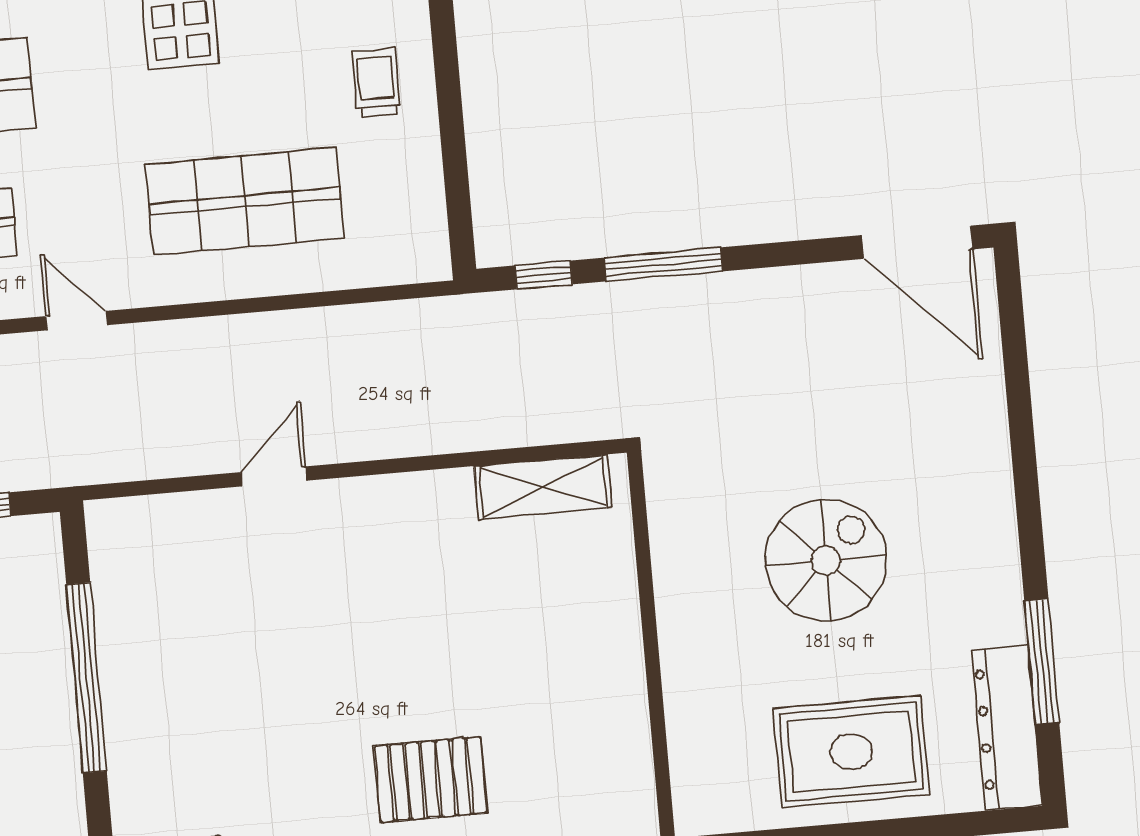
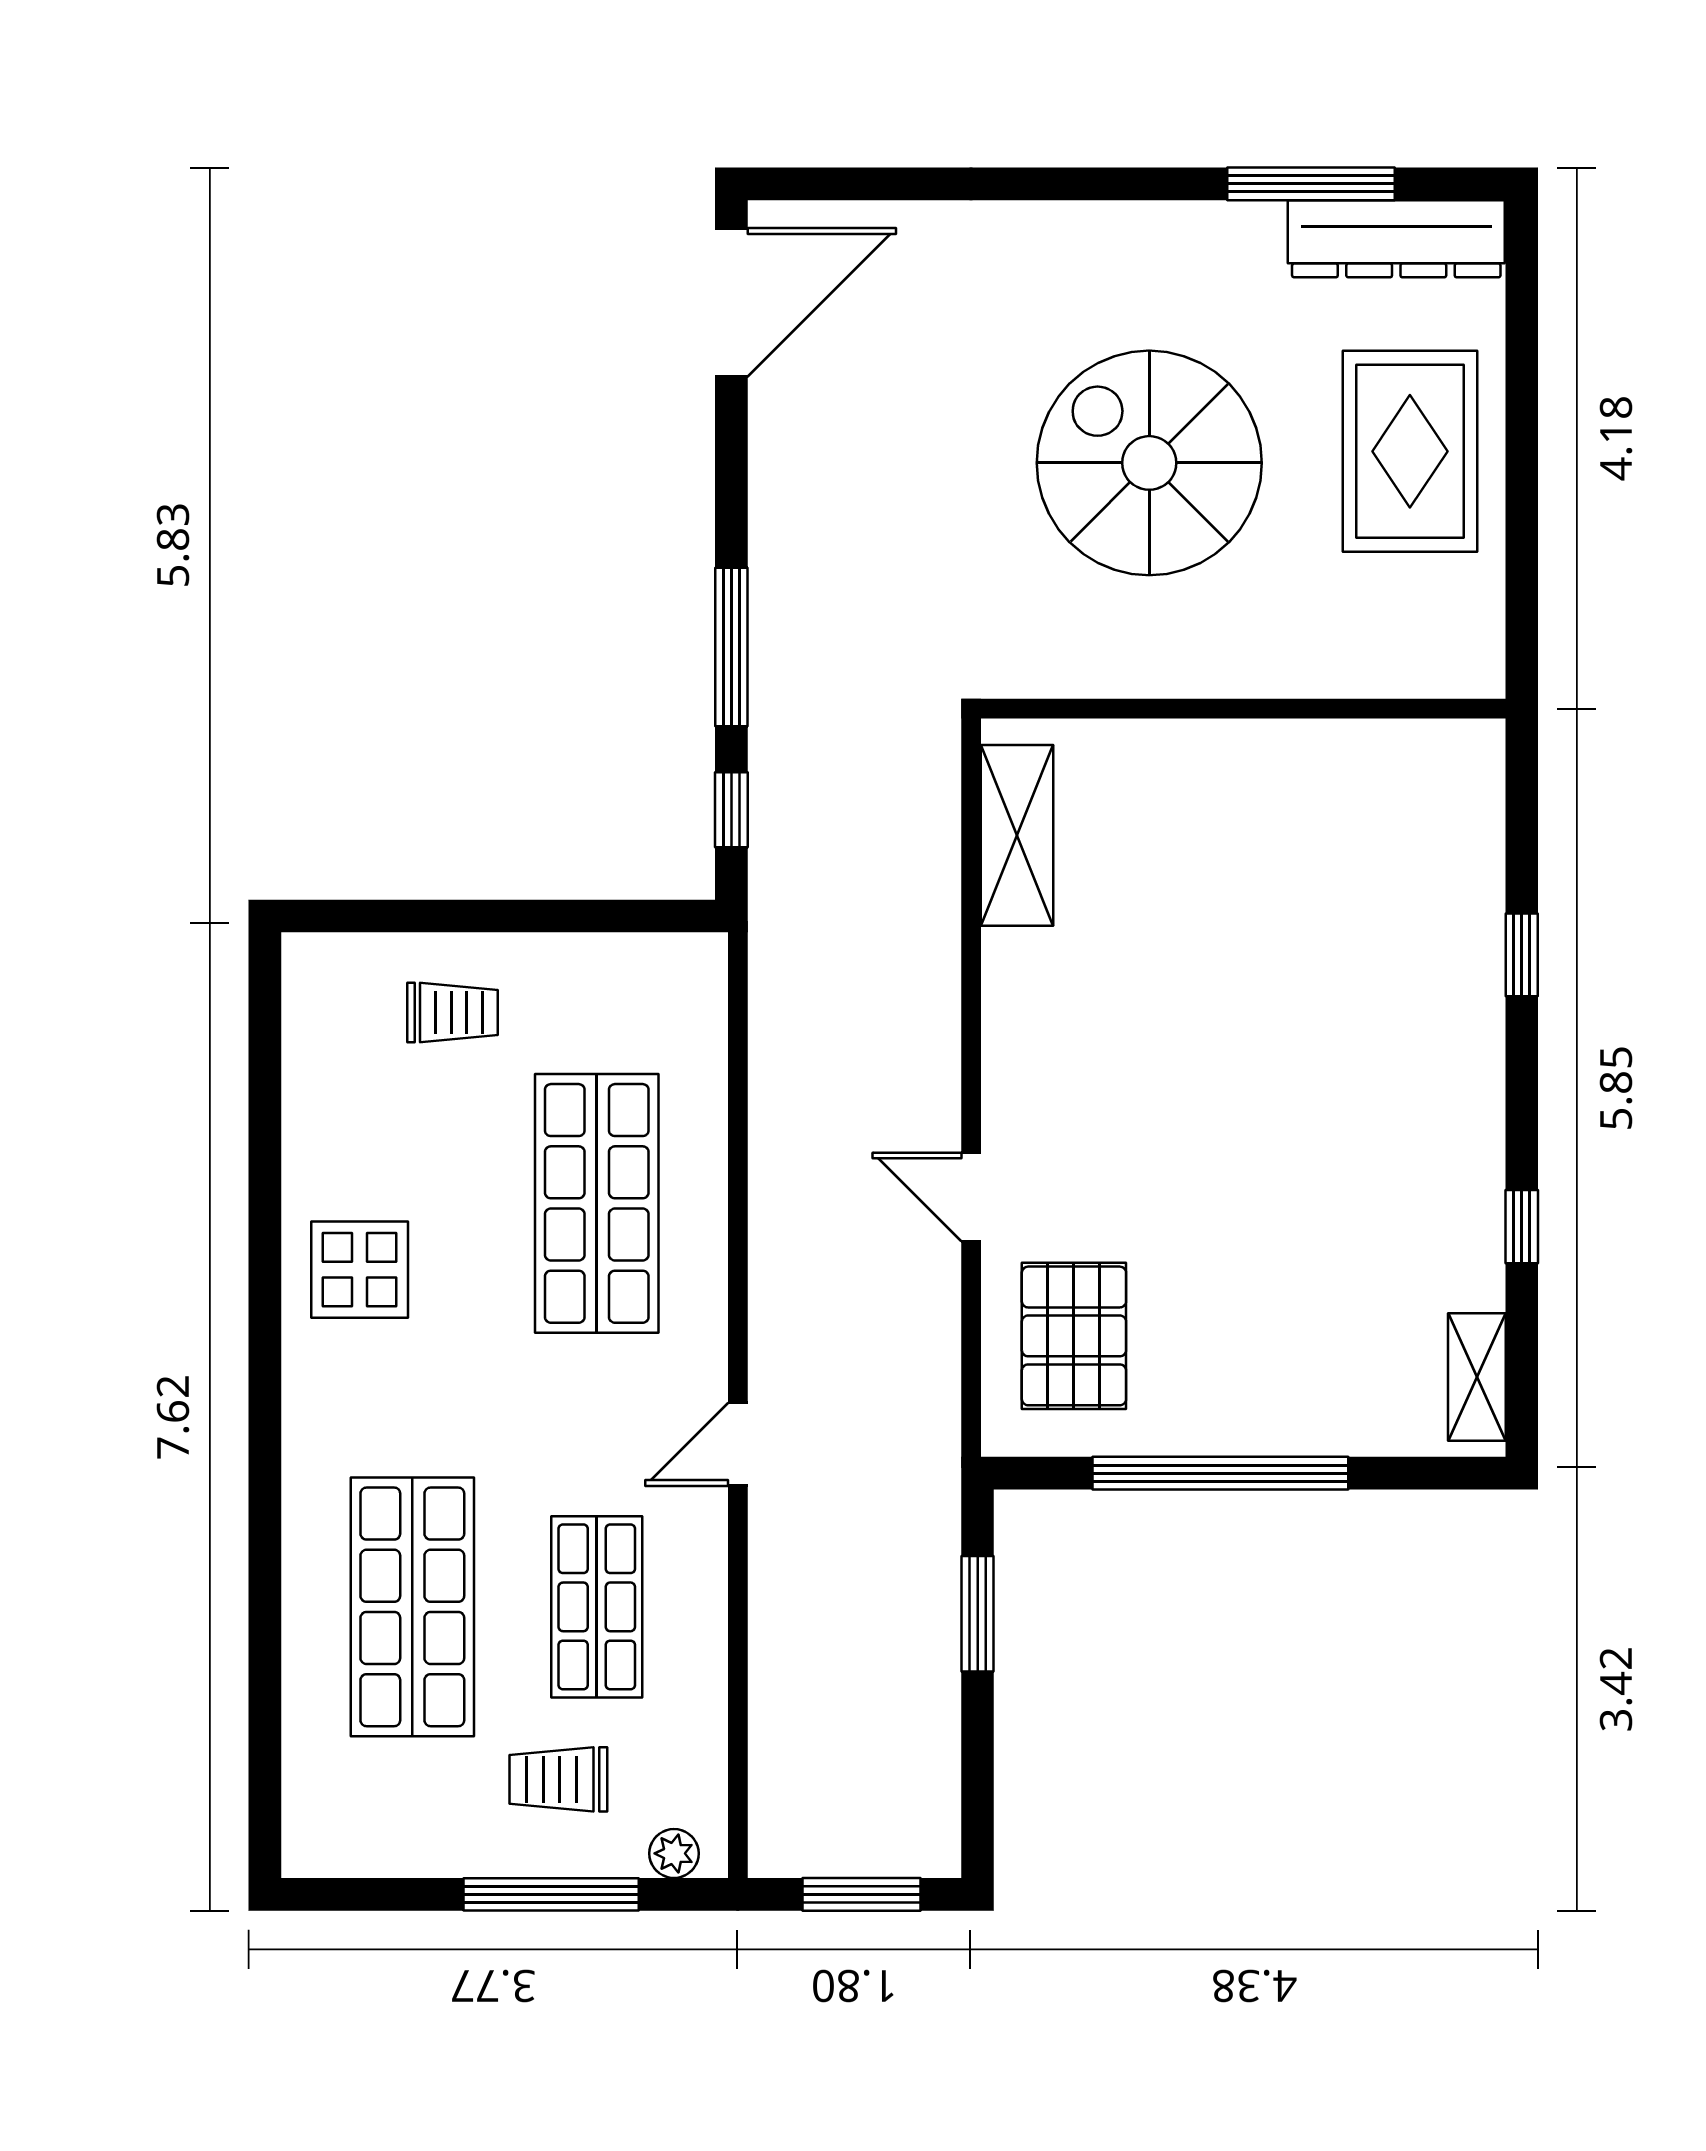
trolley: (376, 83) -> (453, 1012), turned 180
spiral stairs: (826, 560) -> (1149, 463), width x1.37, depth x1.37
pallet: (430, 780) -> (1074, 1336), moved

